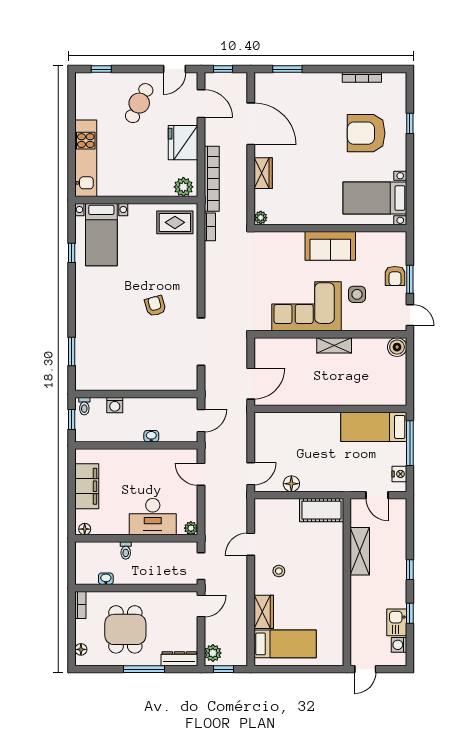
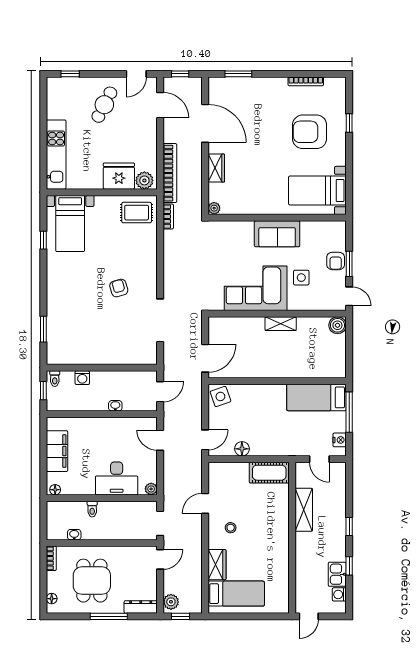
fridge: (183, 143) -> (119, 176), moved, turned 90
side table: (268, 426) -> (220, 396), added

